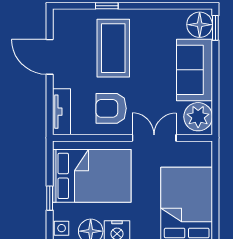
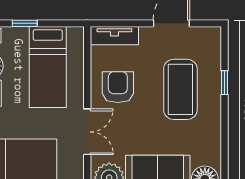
coffee table: (113, 48) -> (180, 89), turned 90
bed: (92, 176) -> (48, 67), width x0.67

